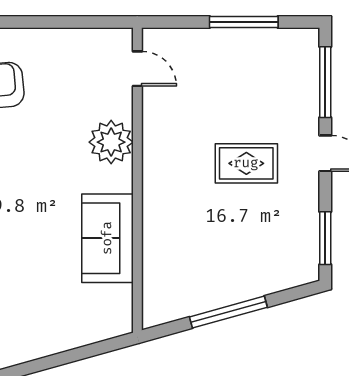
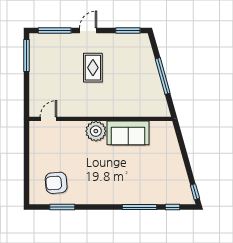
window: (244, 22) -> (26, 55), moved
plant: (111, 142) -> (96, 131), moved

